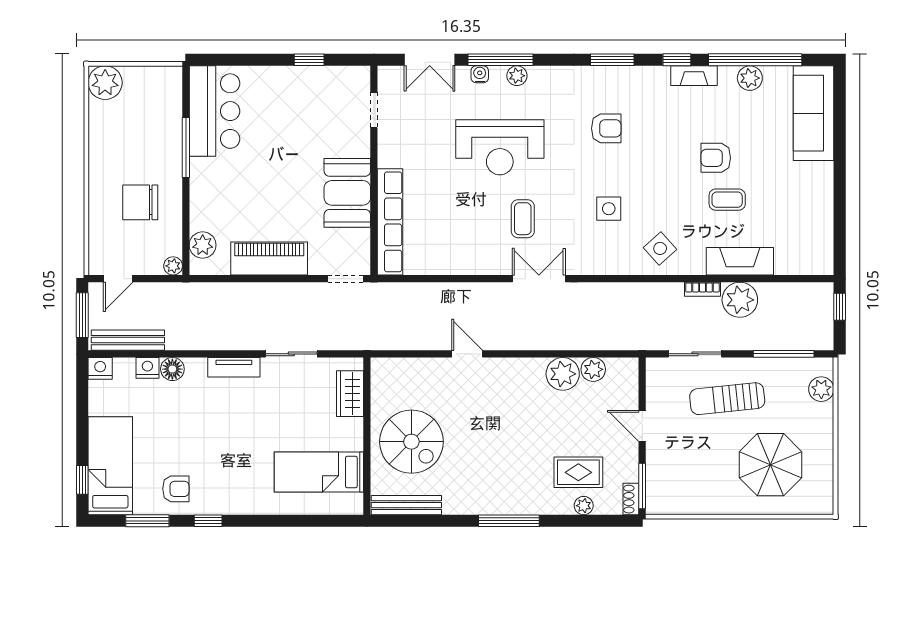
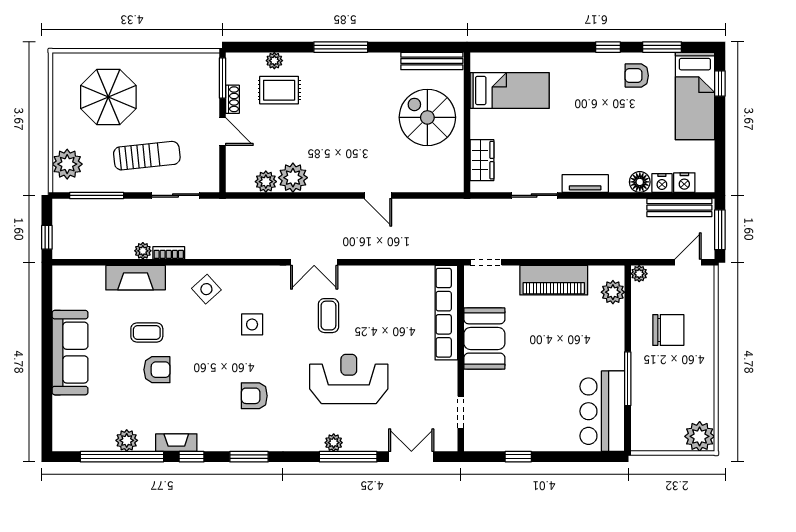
water cooler: (480, 74) -> (367, 444), removed
sofa: (814, 113) -> (70, 353), moved
plant: (740, 300) -> (143, 251), width x0.53, depth x0.53
nightstand: (100, 368) -> (684, 183), moved
plant: (821, 389) -> (67, 164), width x1.36, depth x1.36
shoe rack: (631, 499) -> (232, 99), moved

